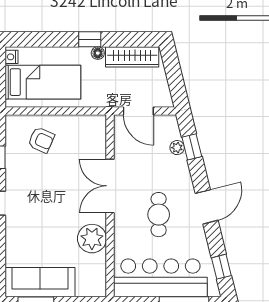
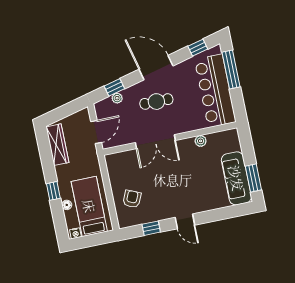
window: (90, 39) -> (53, 191), moved
floor lamp: (98, 53) -> (67, 205), moved
door: (207, 207) -> (156, 68), width x1.36
cafe table: (159, 215) -> (156, 102), moved
plant: (92, 239) -> (201, 141), width x0.53, depth x0.53

